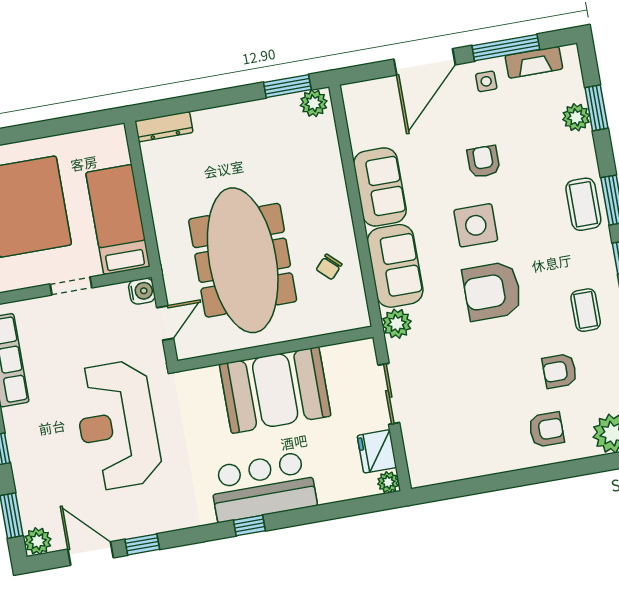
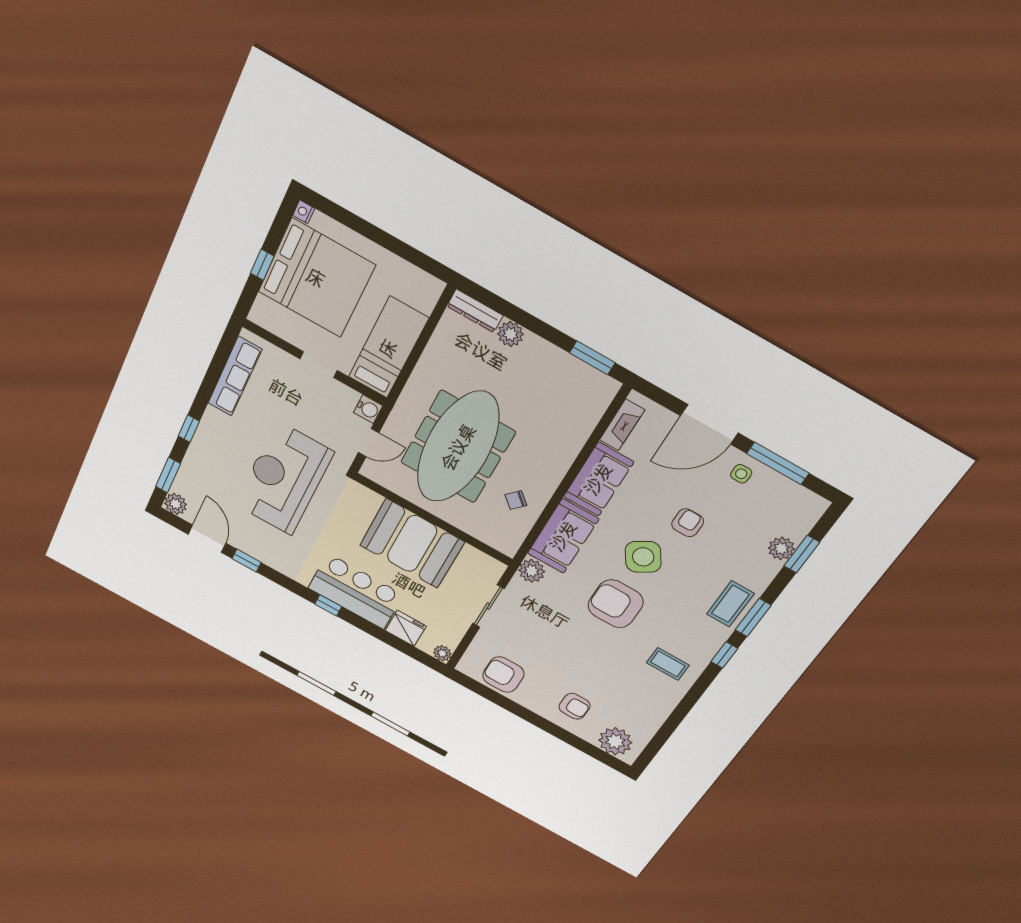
fireplace: (534, 62) -> (622, 425), moved, turned -90
plant: (314, 103) -> (510, 334), moved
side table: (476, 225) -> (643, 557), turned -33
coffee table: (586, 310) -> (668, 664), turned 90
armchair: (560, 371) -> (503, 675), moved, width x1.38, depth x1.38
fridge: (377, 451) -> (406, 628), moved, turned 90

